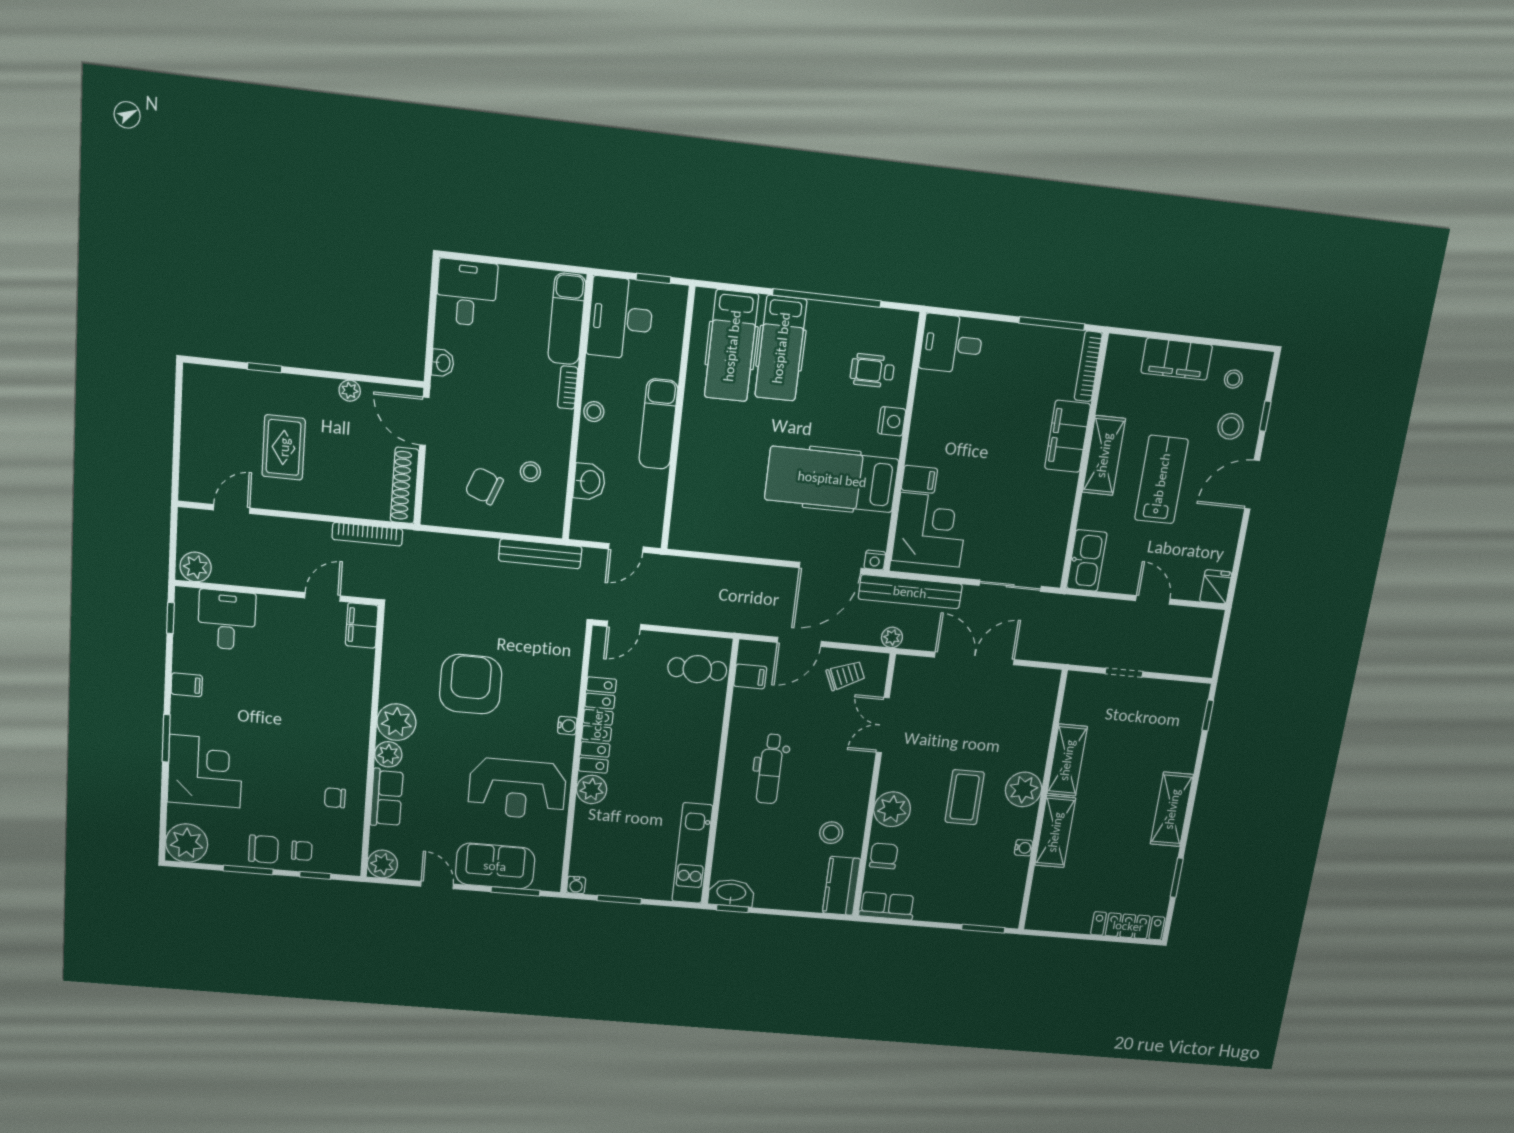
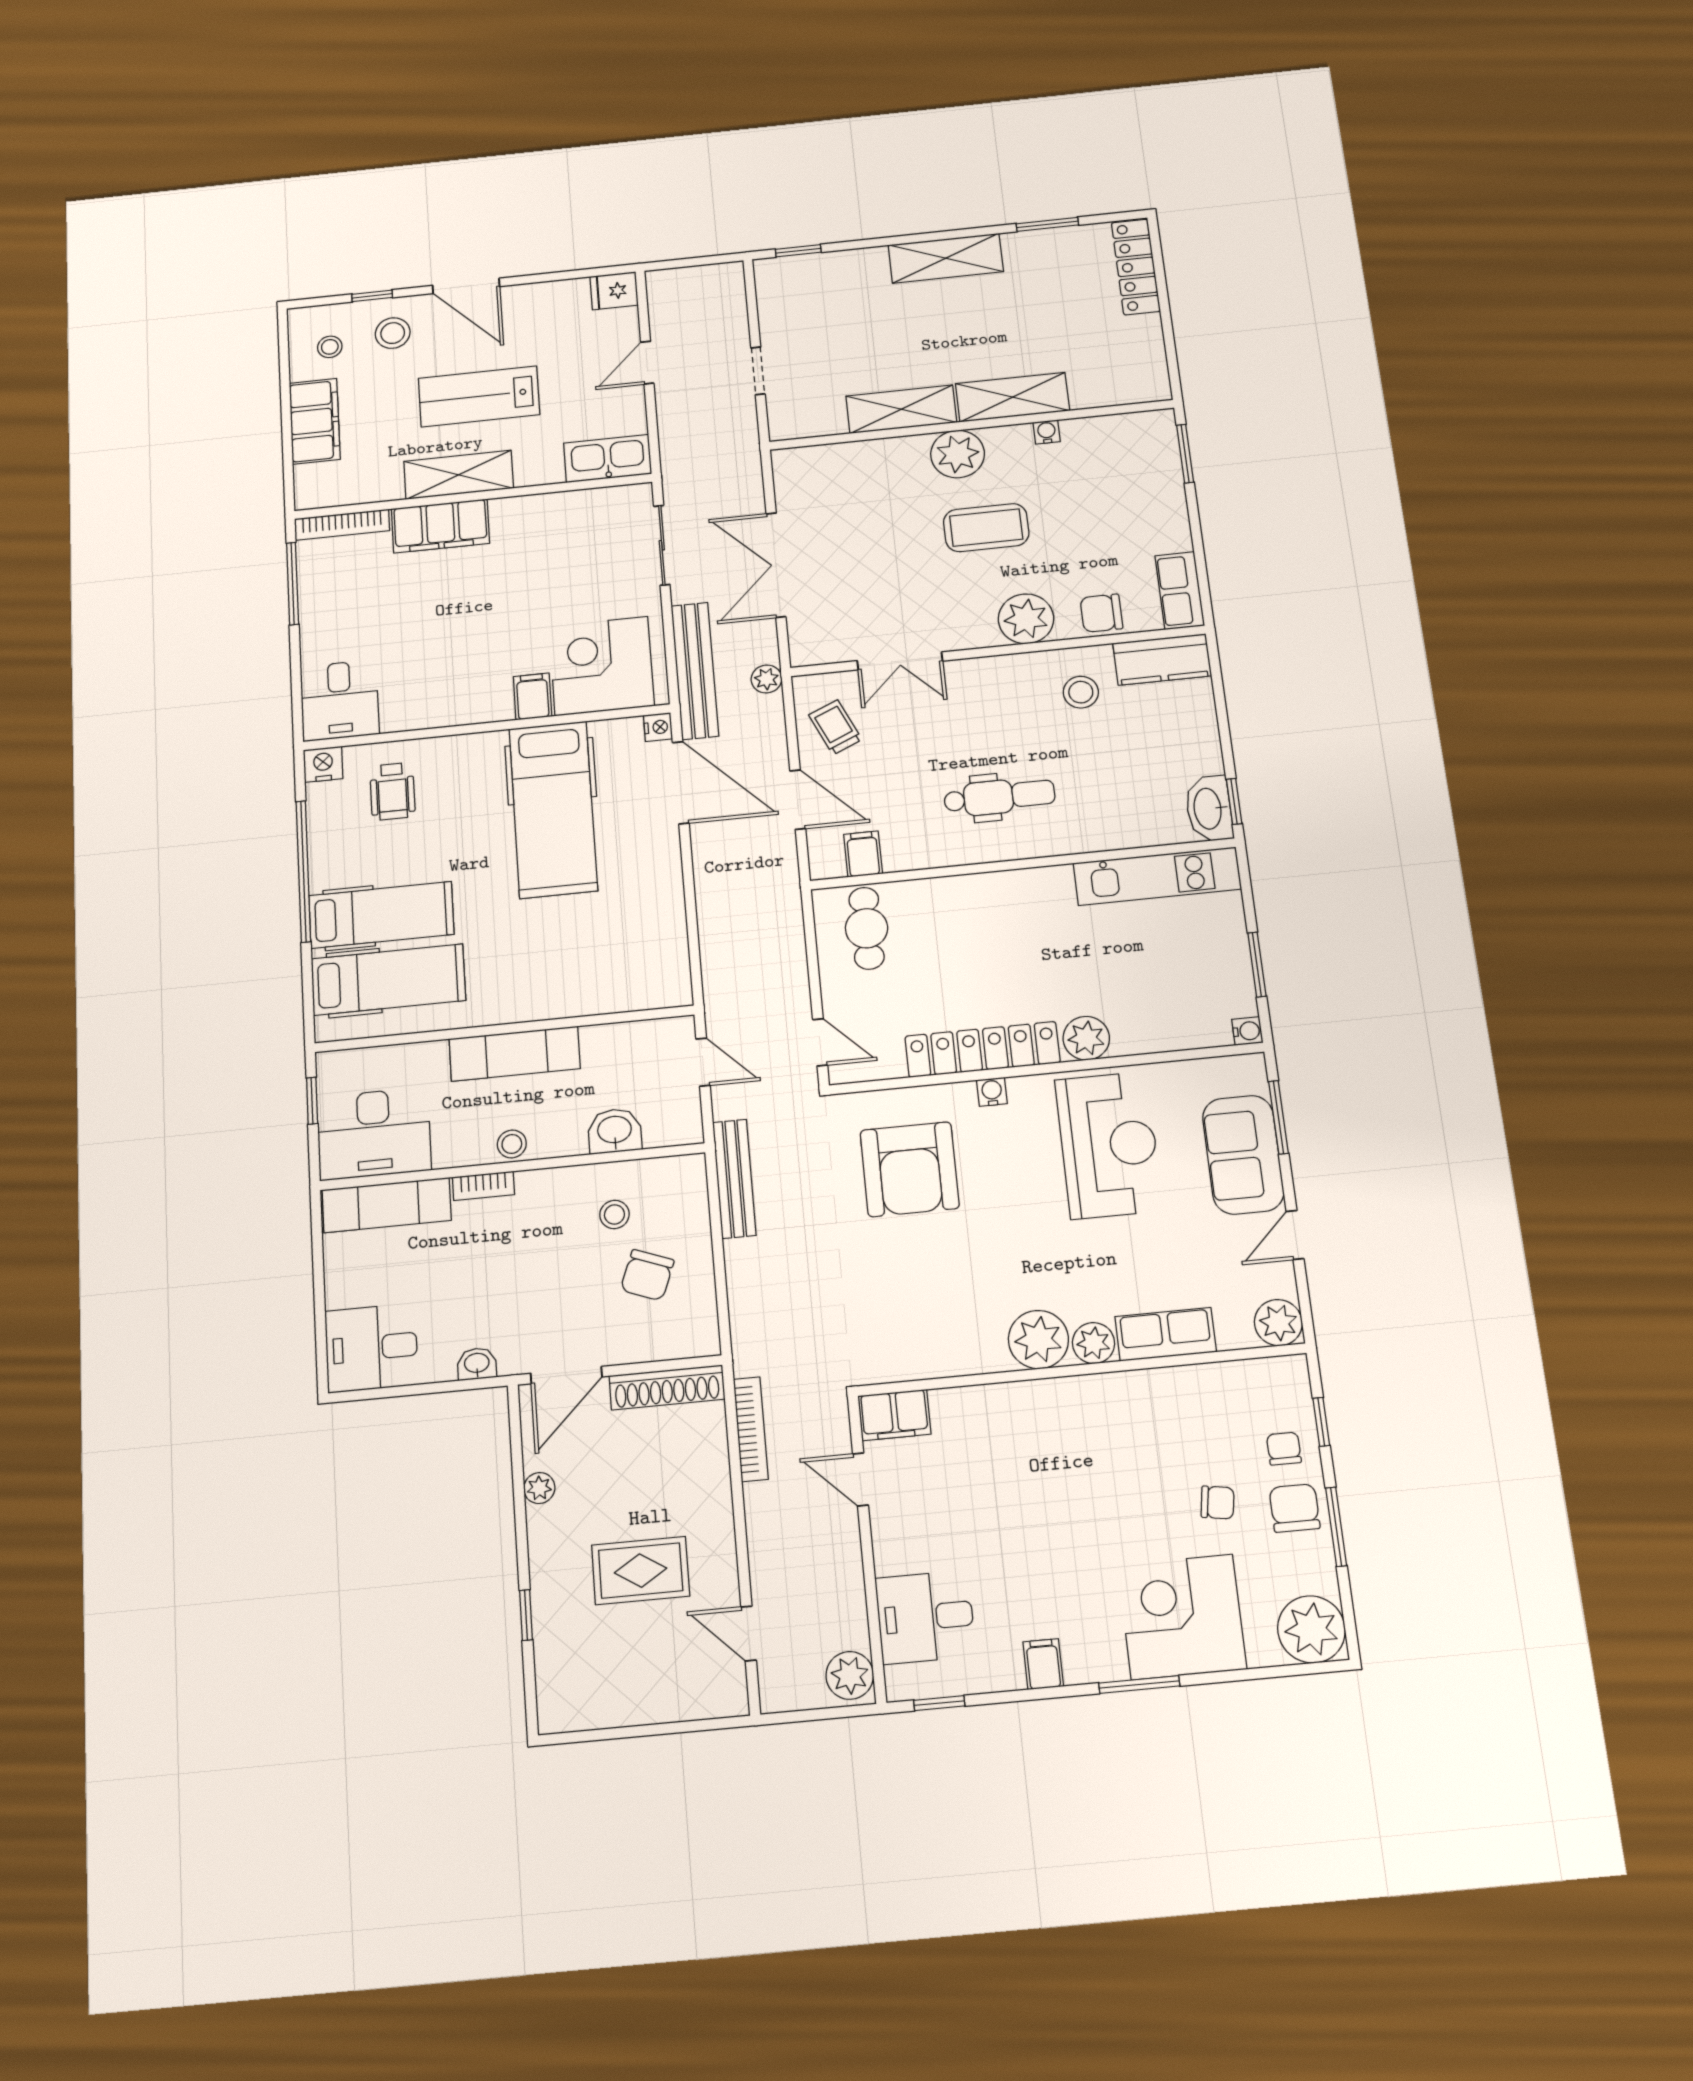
nightstand: (892, 421) -> (323, 764), moved
armchair: (471, 684) -> (910, 1169), moved, turned -90
chair: (335, 798) -> (1218, 1502), moved, turned -81

